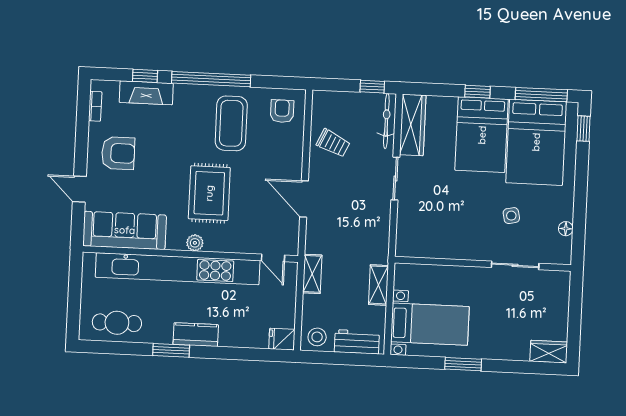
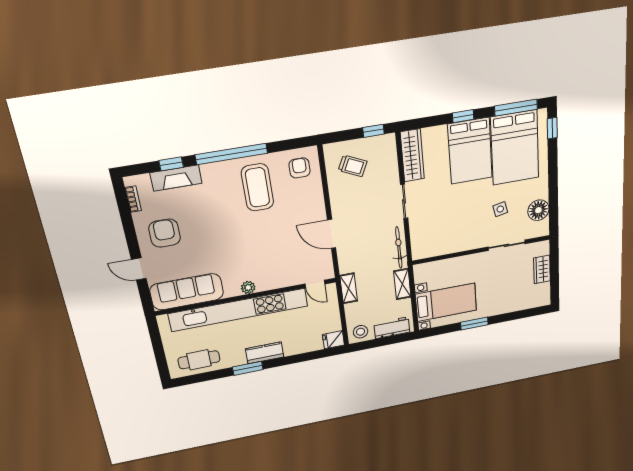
bicycle: (386, 121) -> (399, 248), moved
trolley: (333, 143) -> (353, 166), moved
armchair: (118, 153) -> (165, 233), turned -90
rug: (209, 193) -> (251, 247), removed
floor lamp: (566, 229) -> (538, 210), width x1.89, depth x1.89
wardrobe: (549, 352) -> (542, 269), moved, turned -90

